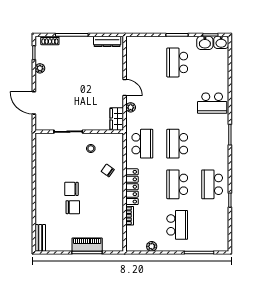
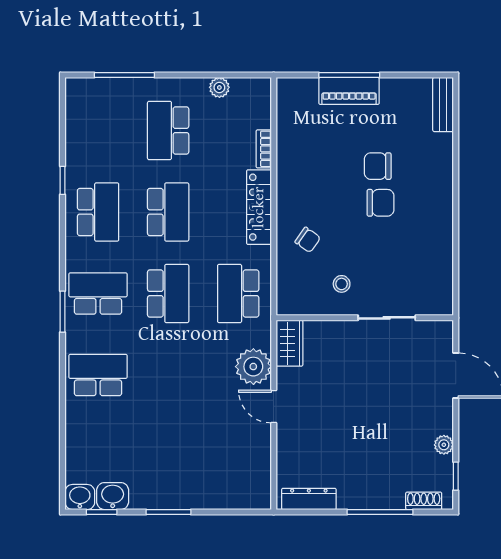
school desk: (177, 62) -> (98, 294), moved, turned -90
plant: (131, 107) -> (253, 367), width x1.88, depth x1.88

